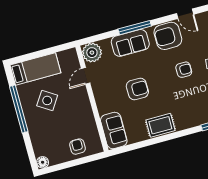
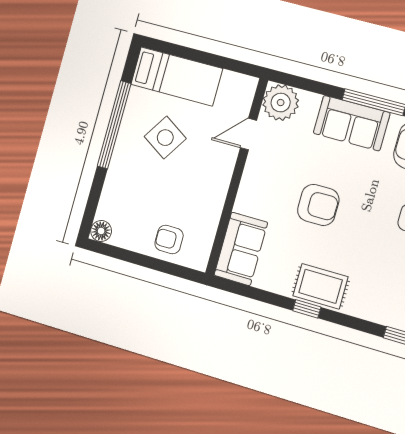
window: (160, 139) -> (307, 309), added
armchair: (78, 147) -> (169, 239), turned -90

